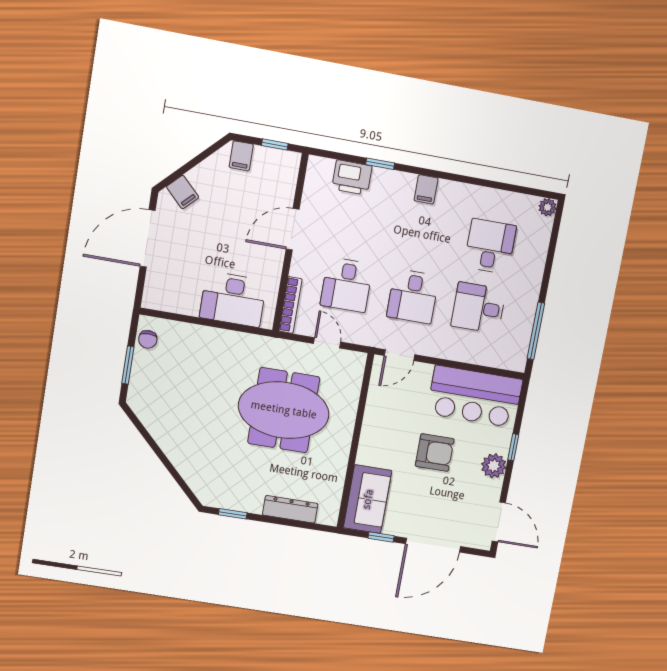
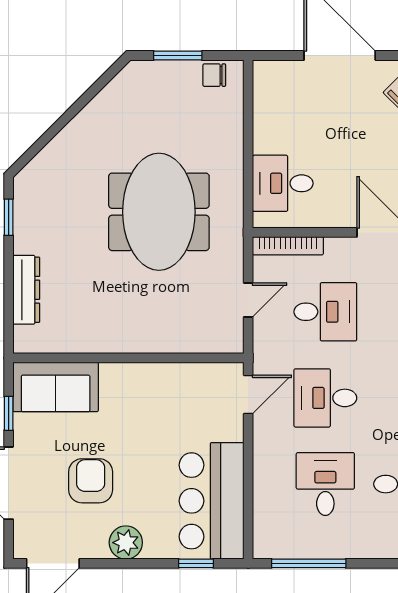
desk: (347, 285) -> (325, 312), turned 180
desk: (233, 299) -> (283, 183), width x0.73
door: (400, 355) -> (248, 395), swing flipped
meeting table: (284, 410) -> (159, 212), moved
window: (513, 447) -> (196, 563), moved
armchair: (435, 453) -> (91, 481), moved, turned 180

